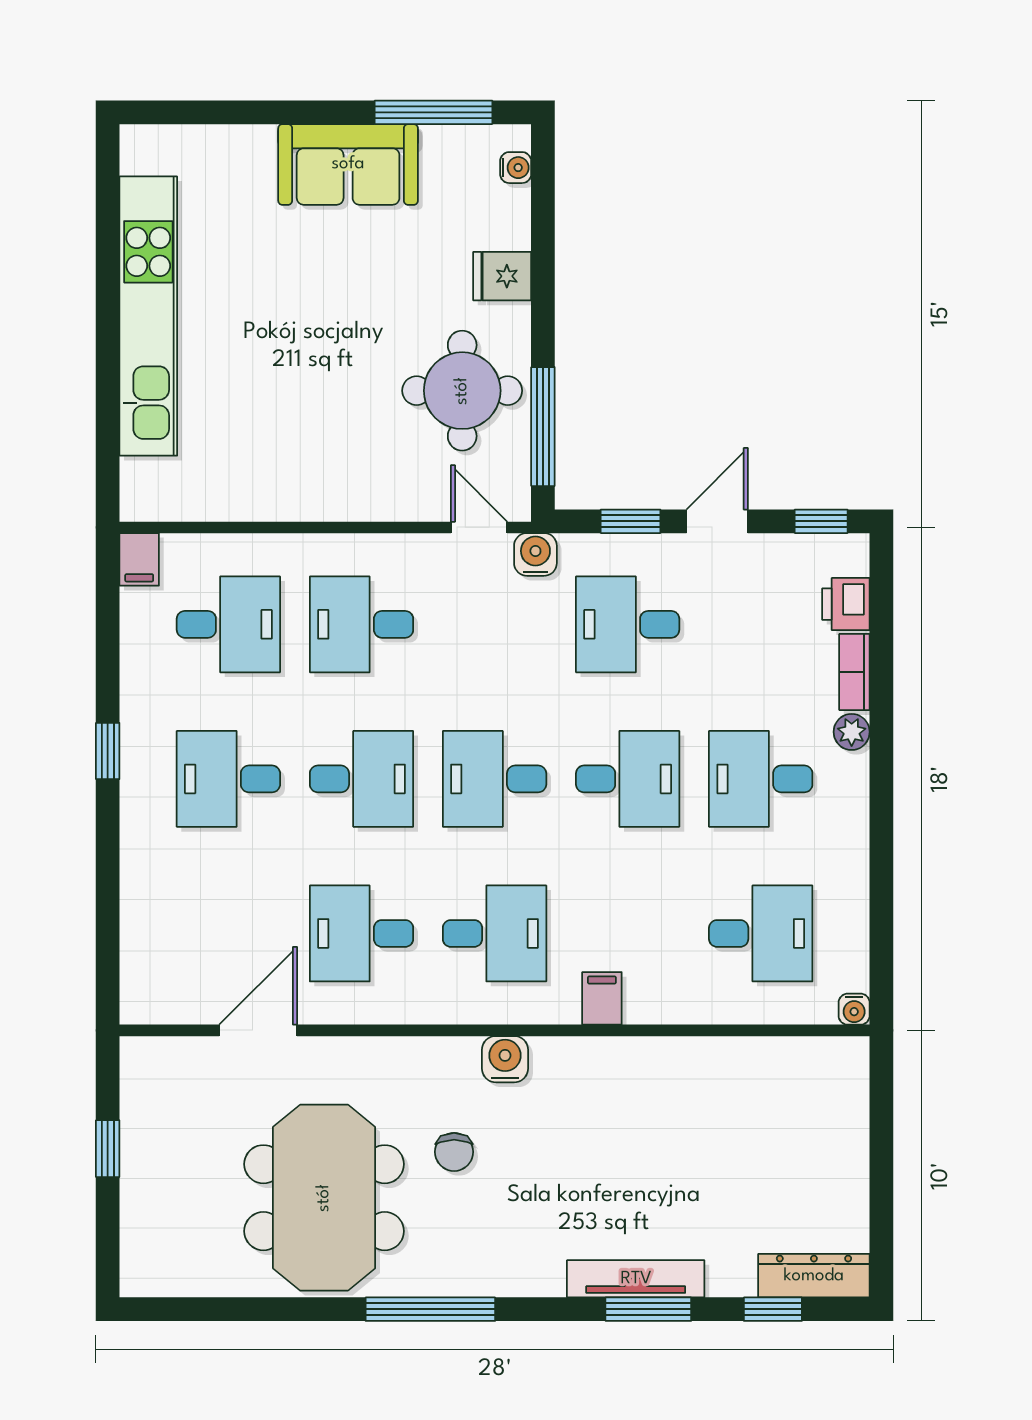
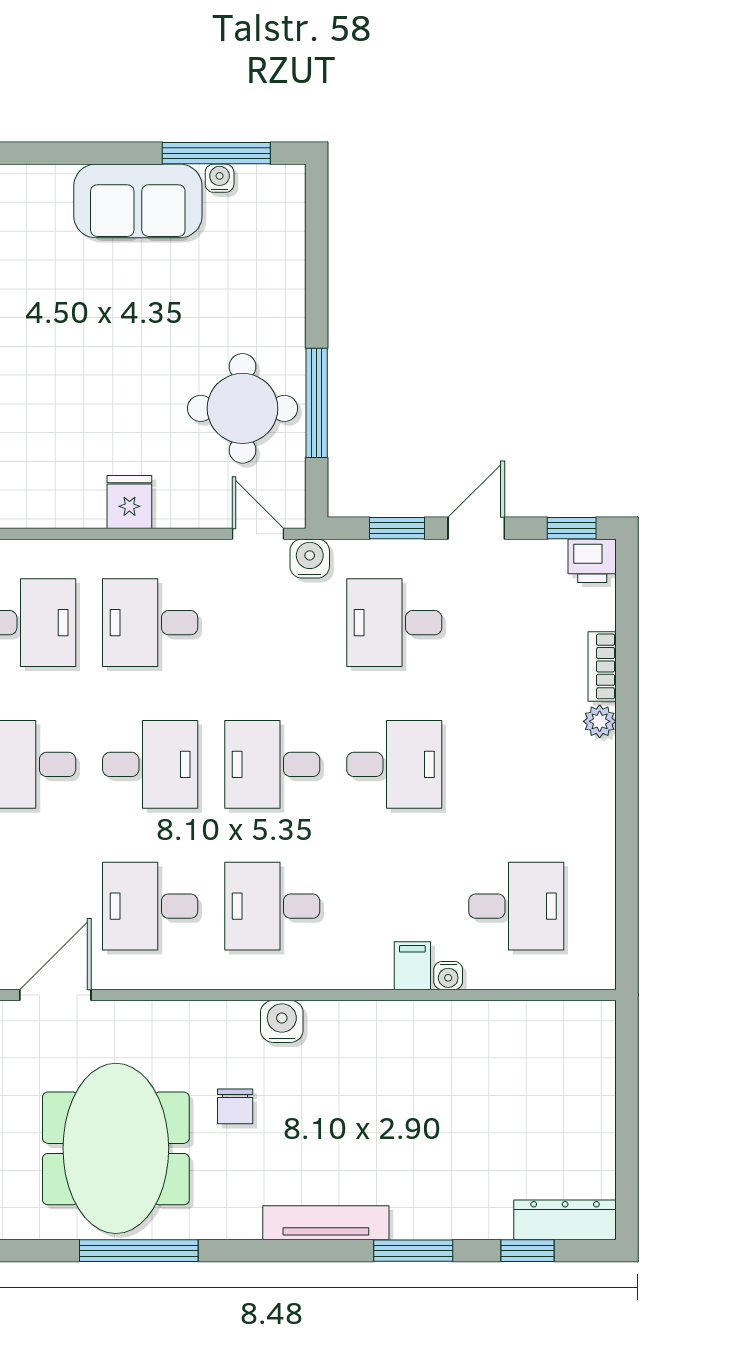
water cooler: (516, 168) -> (220, 178), moved, turned -90
fridge: (502, 276) -> (129, 502), moved, turned 90
window: (543, 427) -> (317, 403), moved
printer: (846, 604) -> (592, 561), moved, turned -90
desk: (761, 779) -> (516, 764), removed
desk: (495, 933) -> (272, 906), turned 180
filing cabinet: (602, 998) -> (412, 966), moved
water cooler: (854, 1009) -> (448, 976), moved
tv unit: (636, 1279) -> (326, 1223), moved
window: (430, 1309) -> (139, 1251), moved

